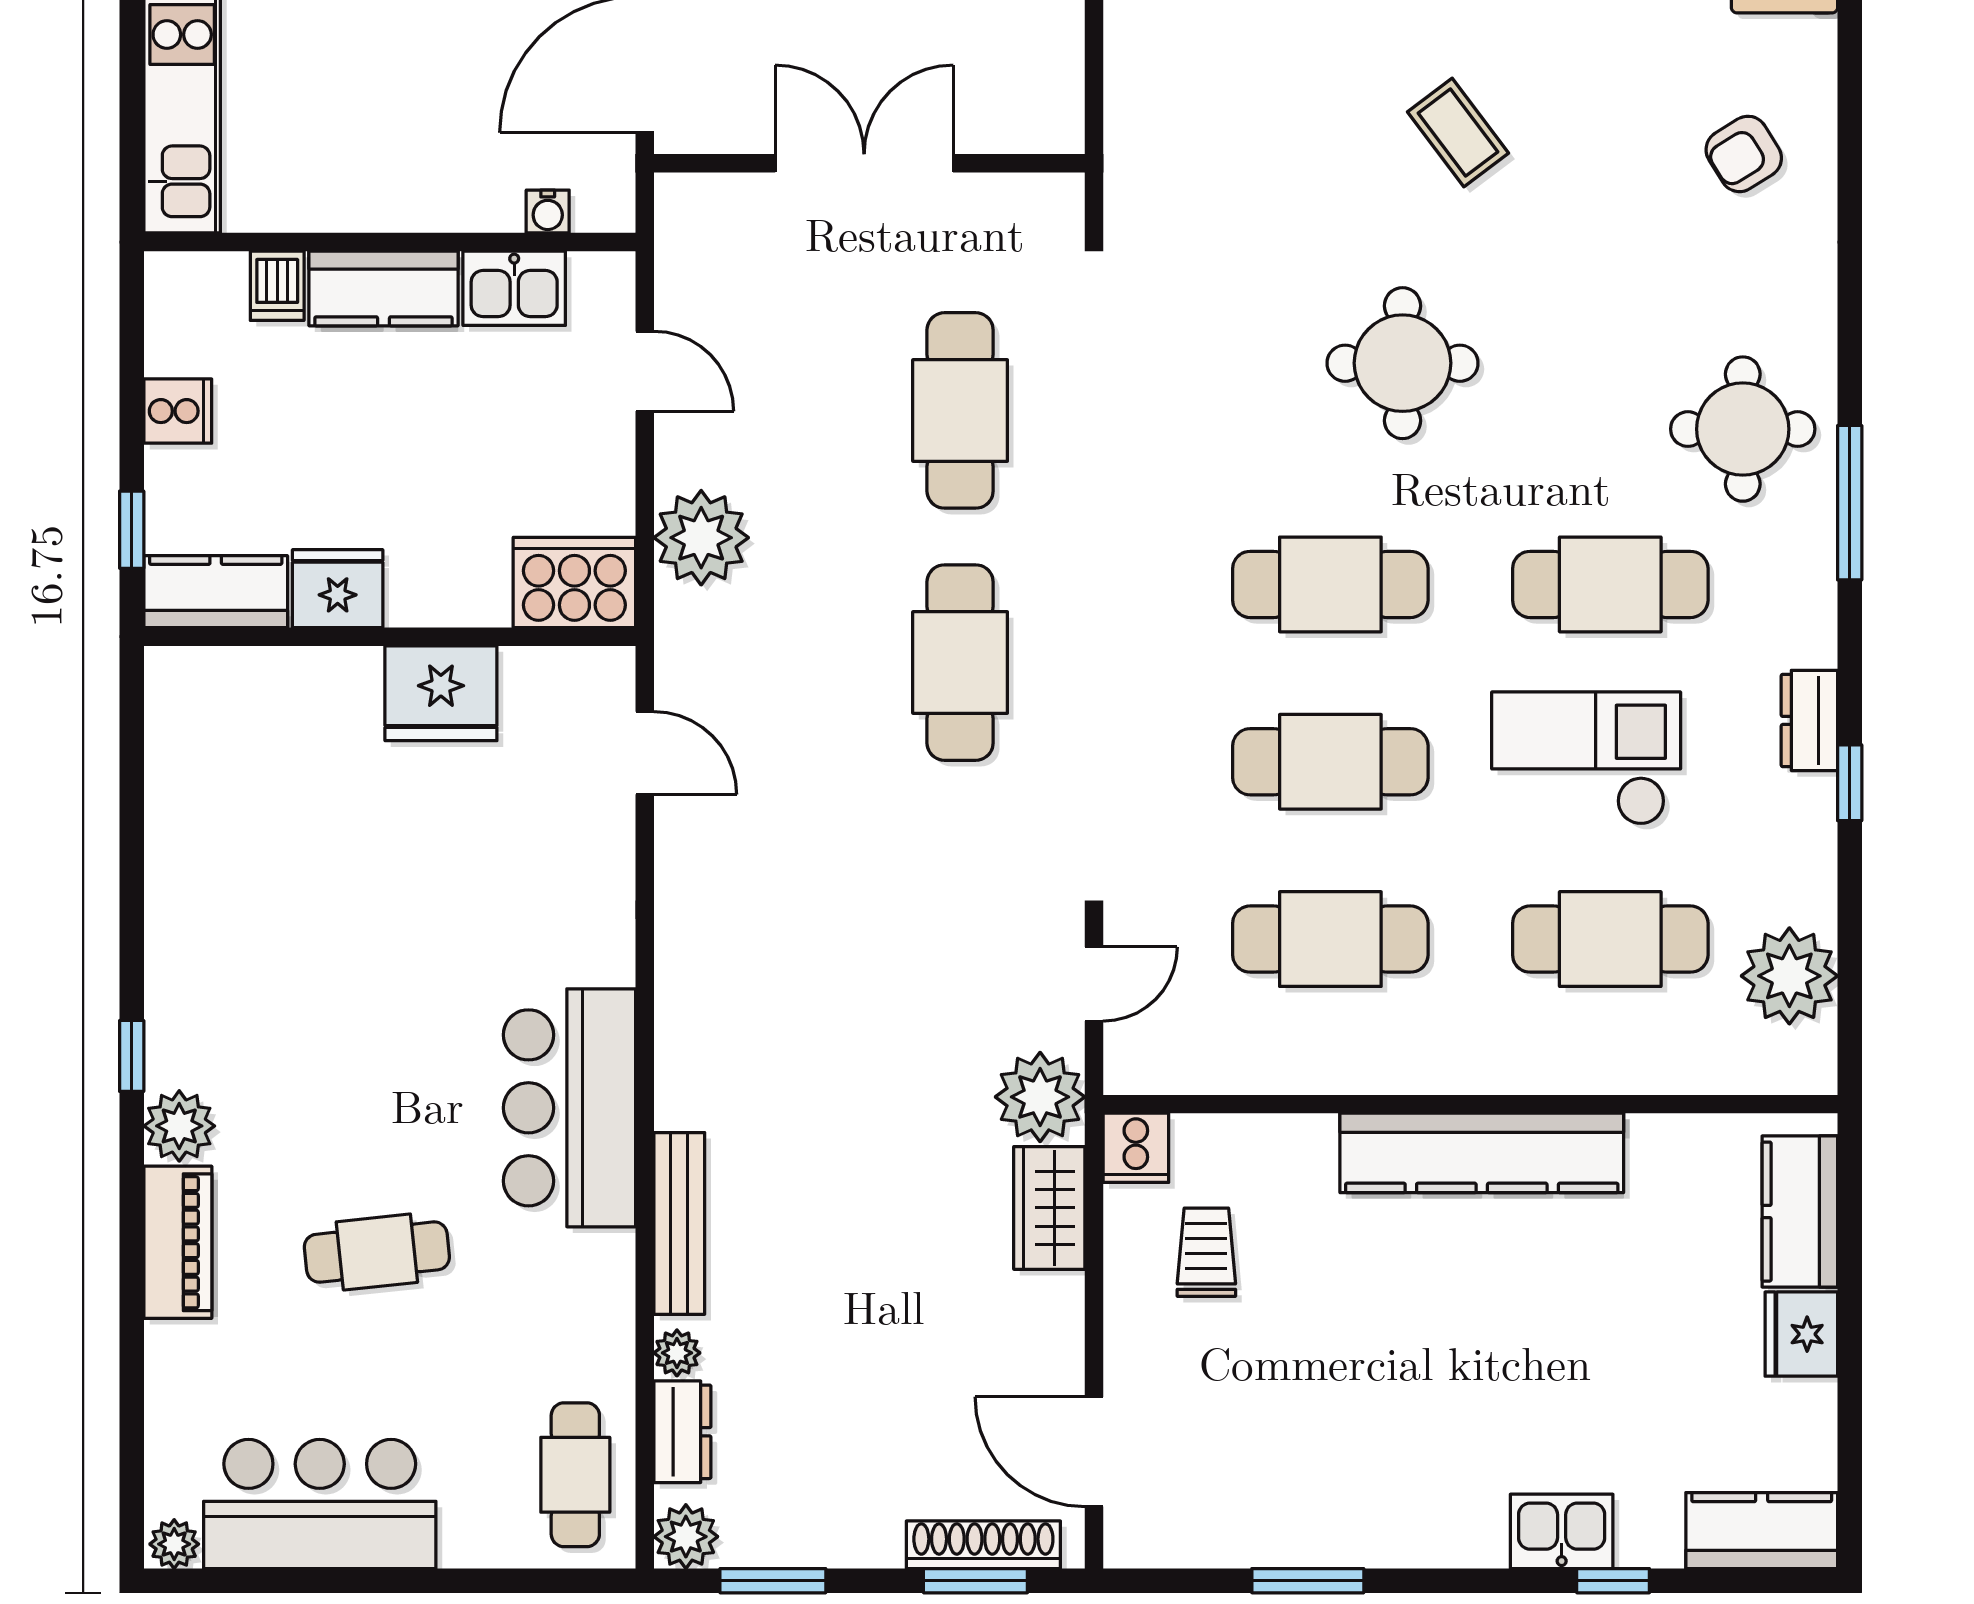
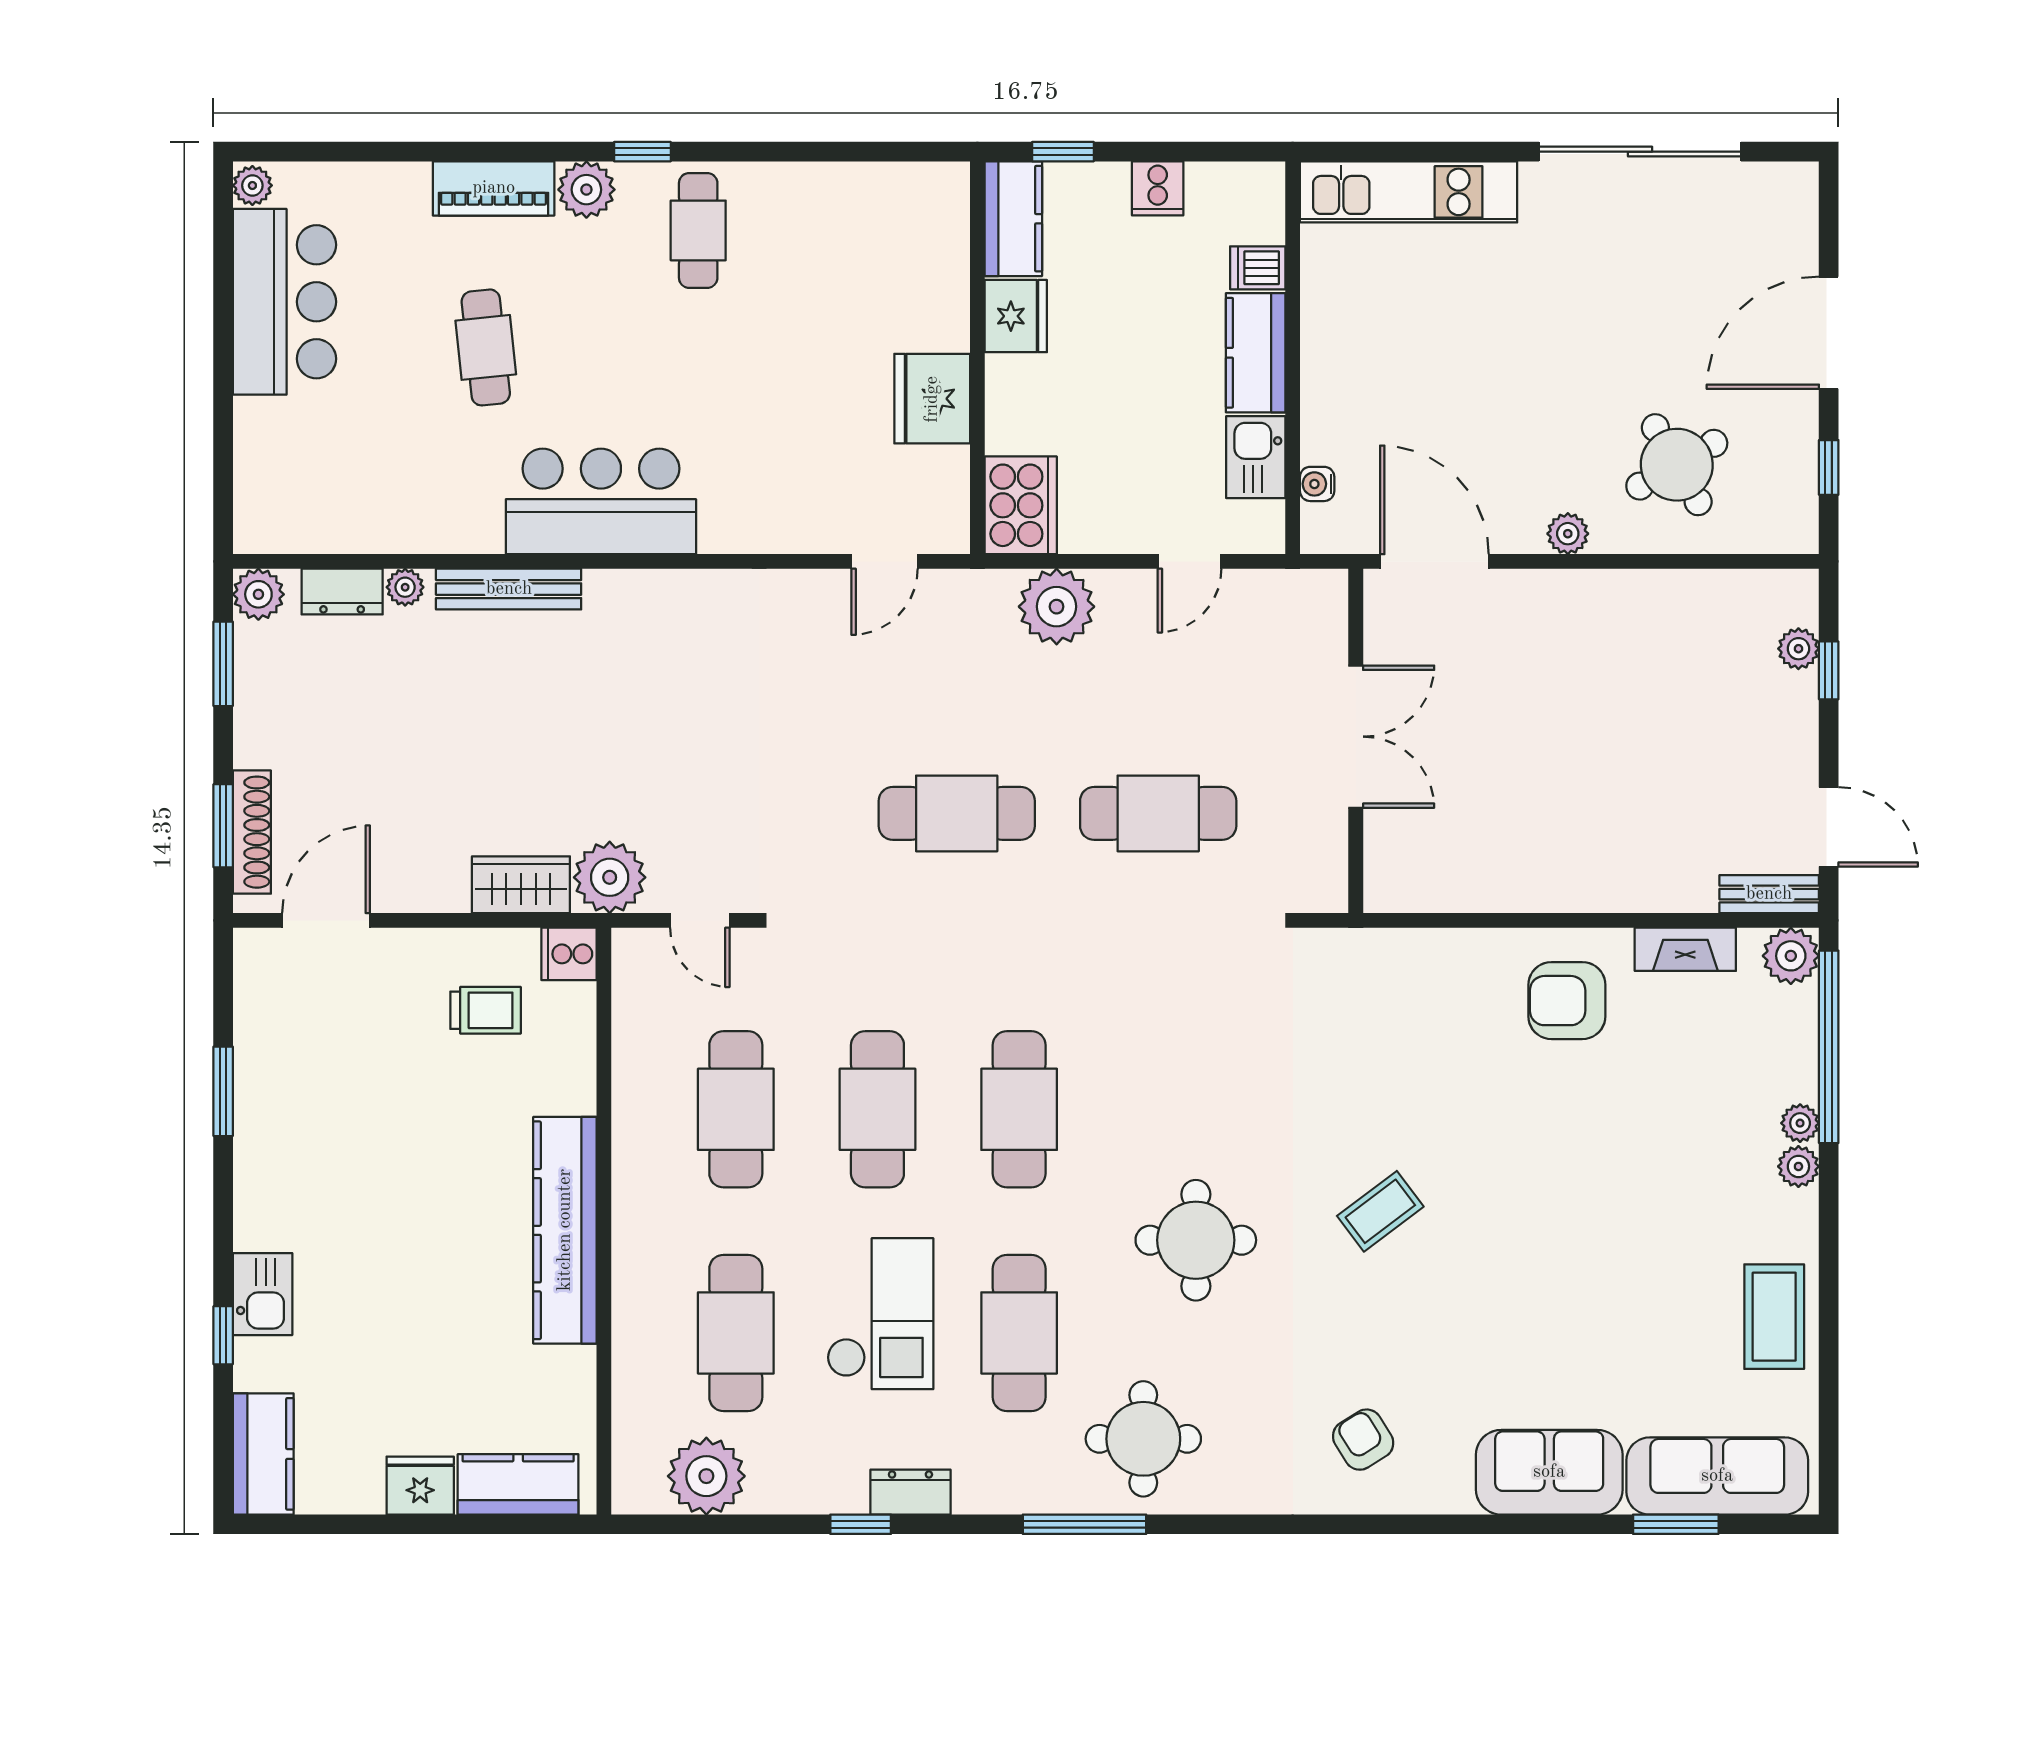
round table: (1403, 363) -> (1196, 1240), moved
cafe table: (575, 1475) -> (698, 230), moved, turned 90

